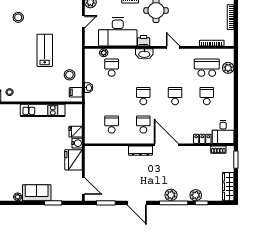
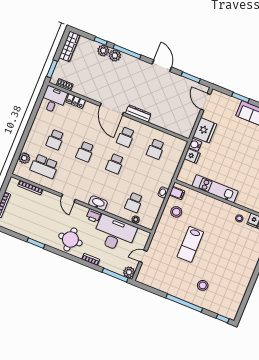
plant: (171, 195) -> (115, 55), moved

